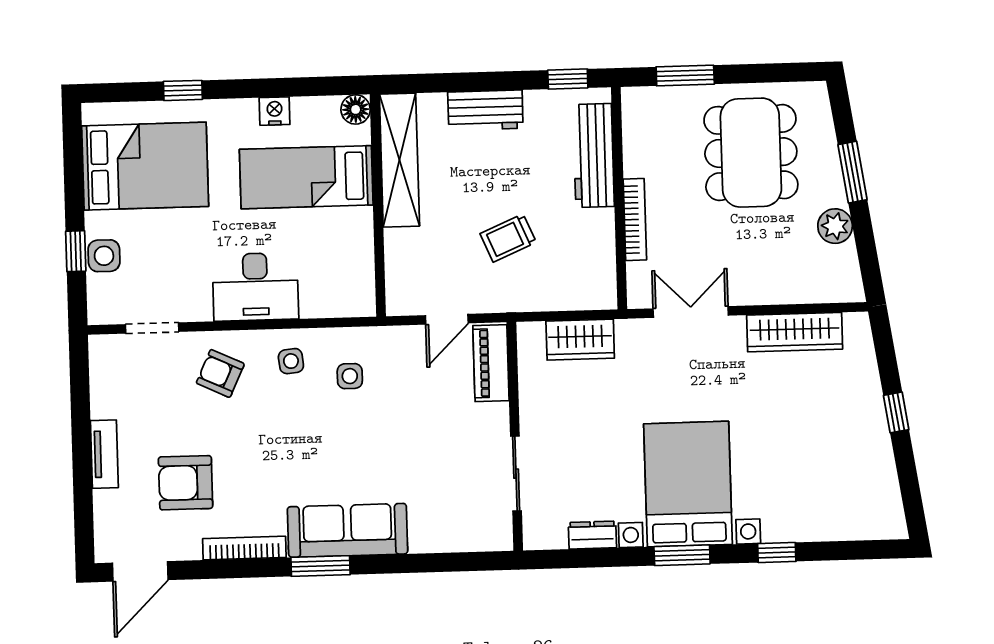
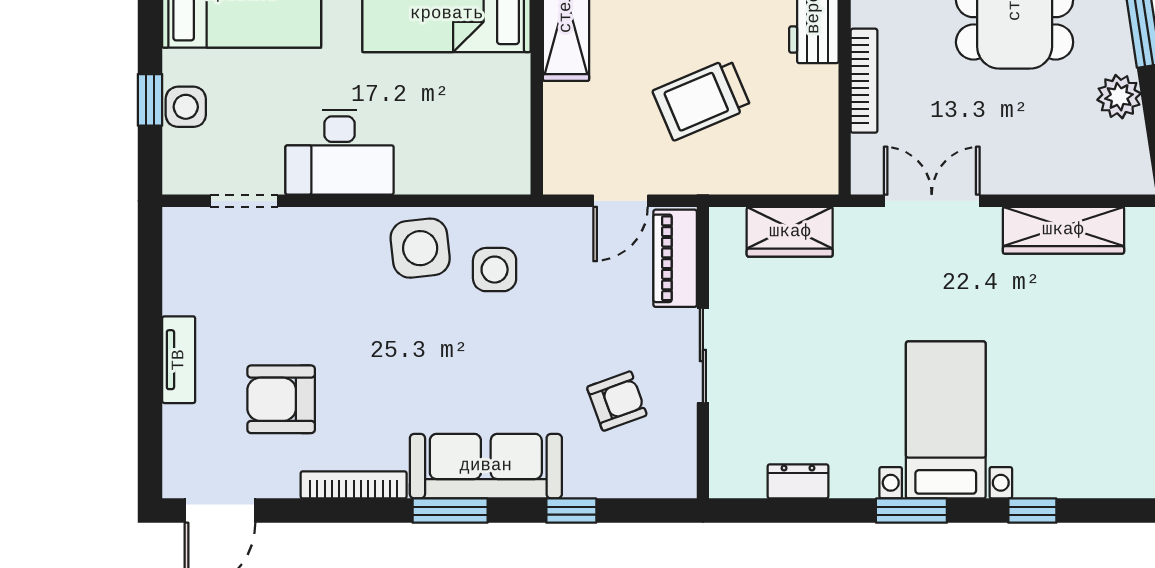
trolley: (508, 238) -> (702, 99), width x1.36, depth x1.39
desk: (255, 287) -> (340, 152), moved
side table: (291, 361) -> (420, 248), width x1.87, depth x1.87
armchair: (220, 373) -> (617, 401), moved, turned 135
side table: (350, 376) -> (495, 270), width x1.37, depth x1.37
sliding door: (516, 474) -> (703, 355), moved
bed with nightstands: (688, 484) -> (946, 420), width x0.73
window: (415, 563) -> (571, 511), added

